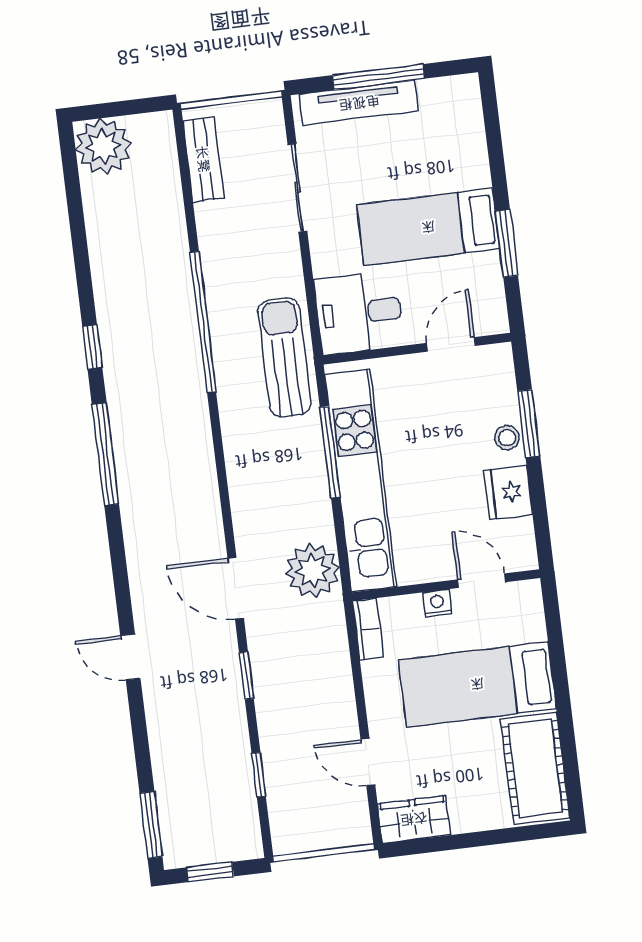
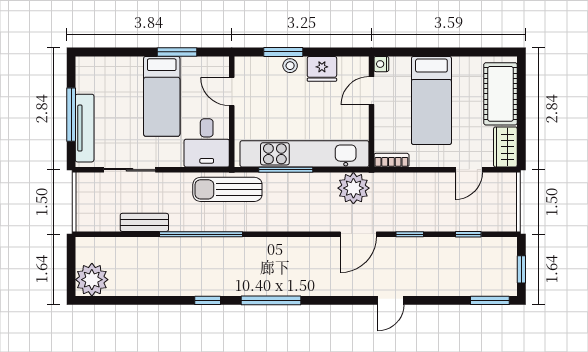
bench: (203, 159) -> (144, 222), moved
nightstand: (437, 603) -> (381, 64), moved
cot: (535, 768) -> (500, 94), moved, turned 90

